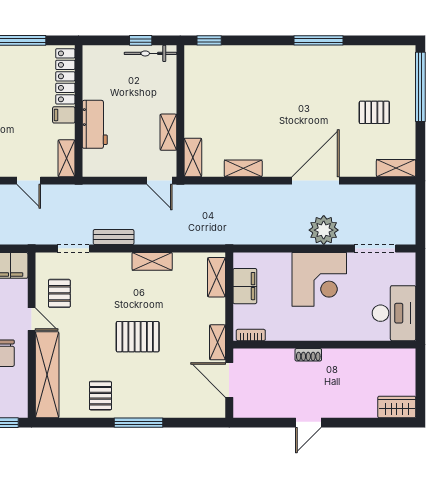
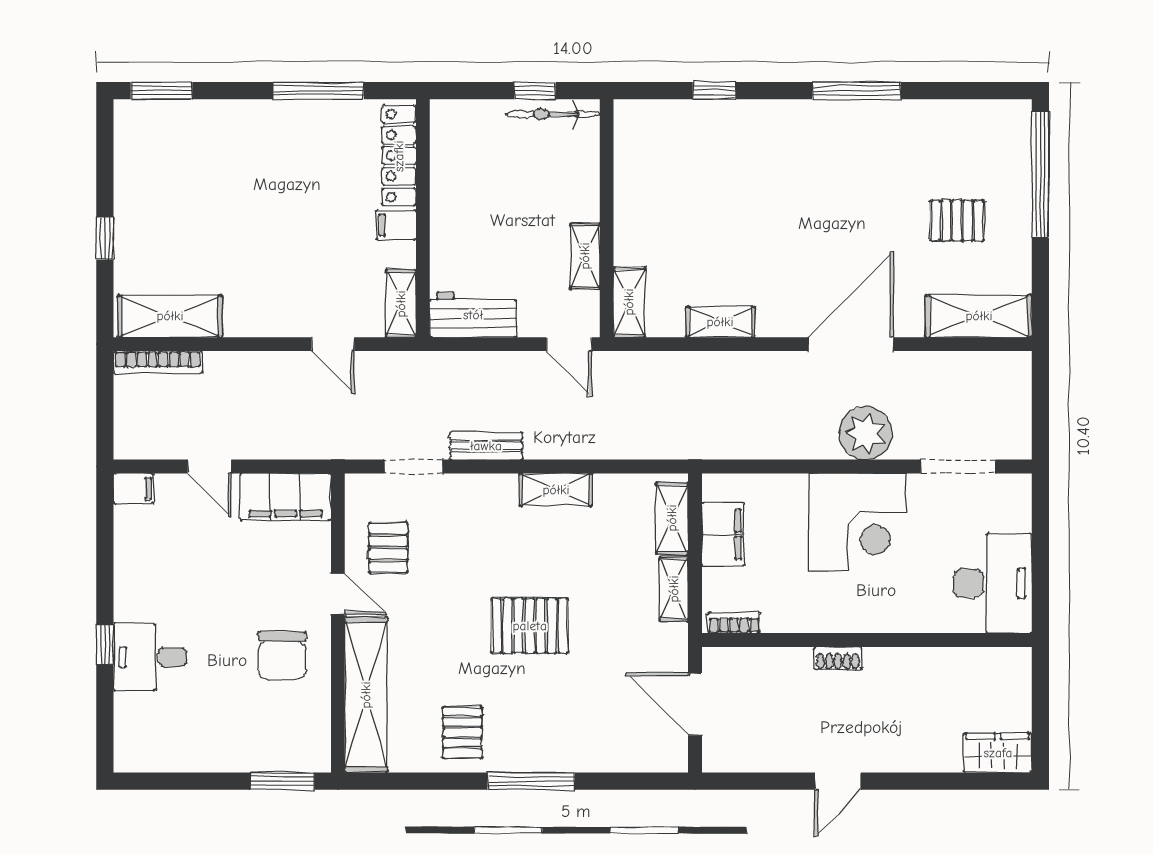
window: (209, 40) -> (714, 91), moved
workbench: (95, 124) -> (473, 315), moved, turned -90
shelving: (396, 168) -> (979, 316), width x1.50, depth x1.33
shelving: (218, 342) -> (674, 589), moved

